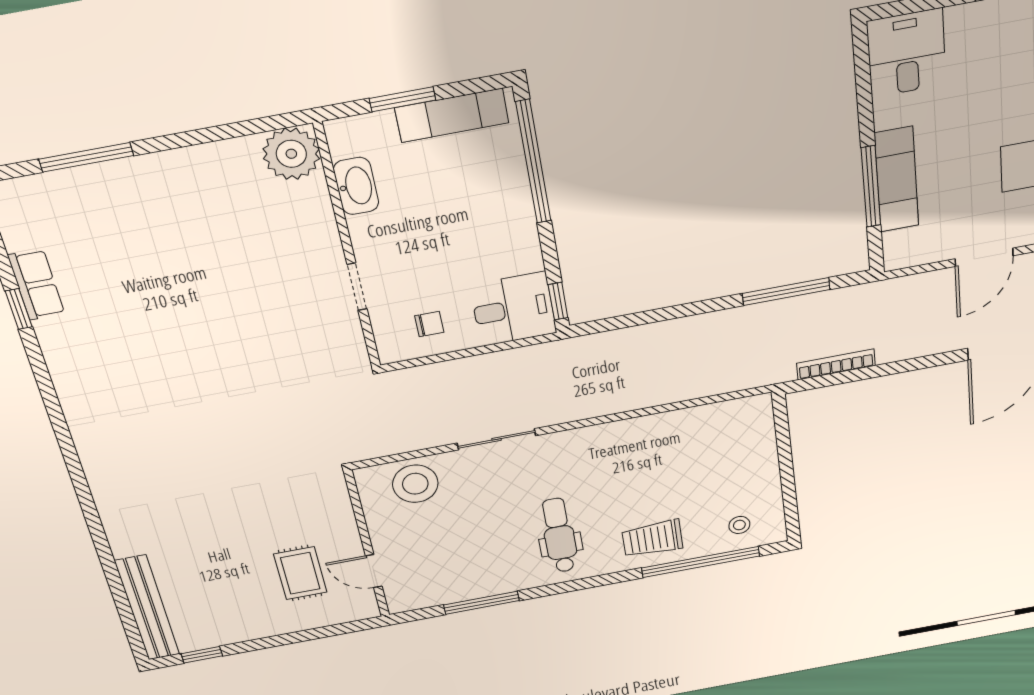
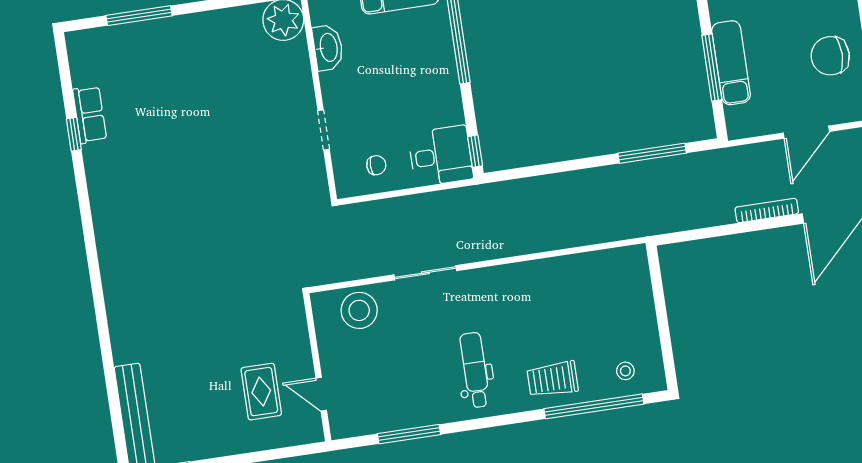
bookcase: (836, 364) -> (767, 211), moved

